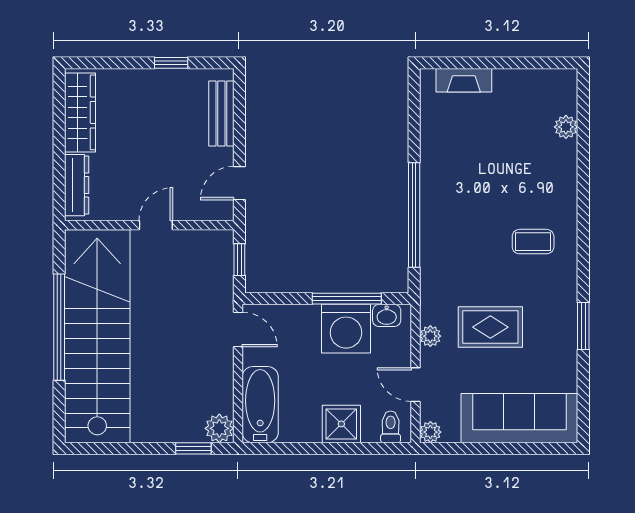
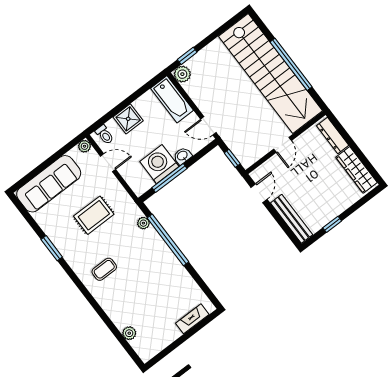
bench: (221, 114) -> (292, 219), width x1.36
washbasin: (387, 315) -> (182, 156), moved
plant: (430, 336) -> (143, 223), moved

